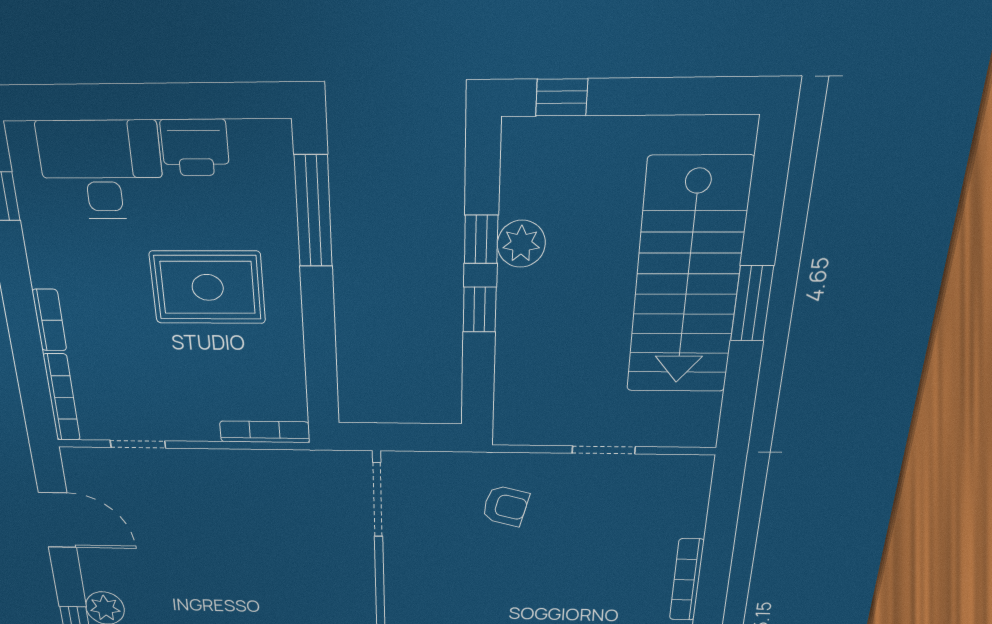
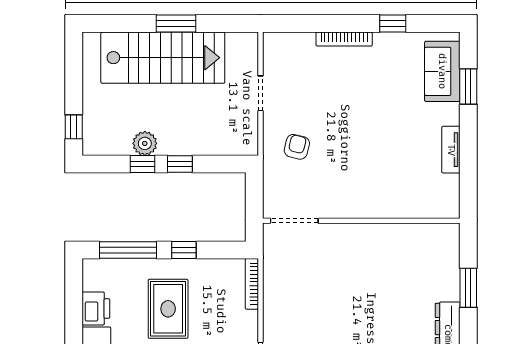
window: (318, 317) -> (184, 250), added

